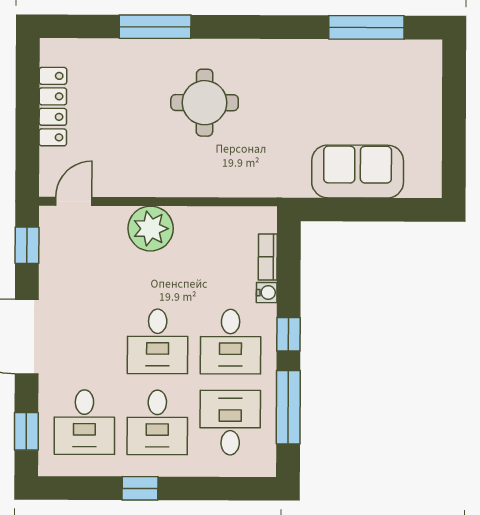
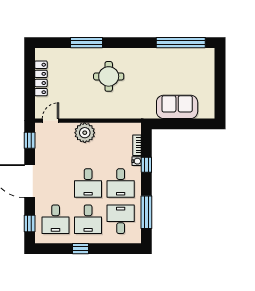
window: (366, 27) -> (181, 43), width x1.46
window: (288, 334) -> (146, 165), moved

